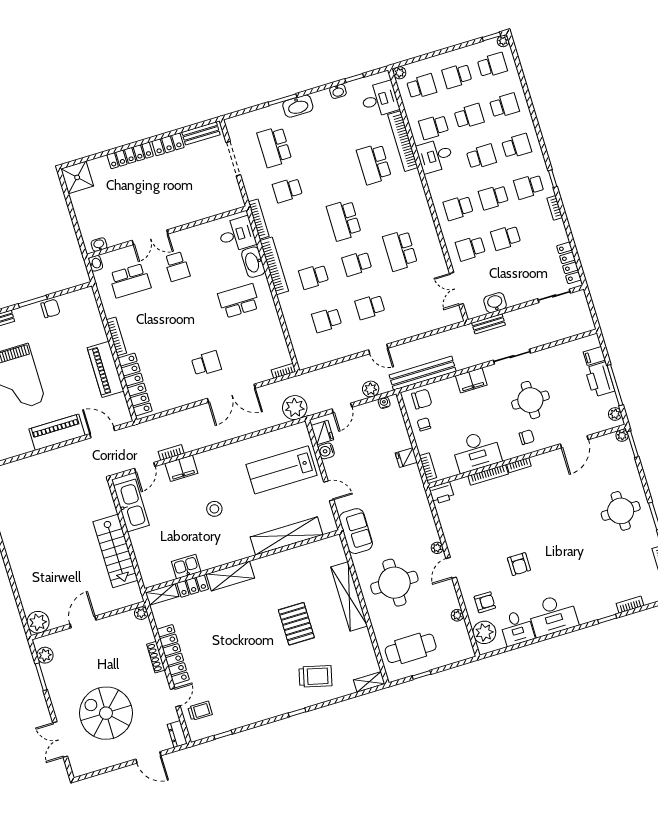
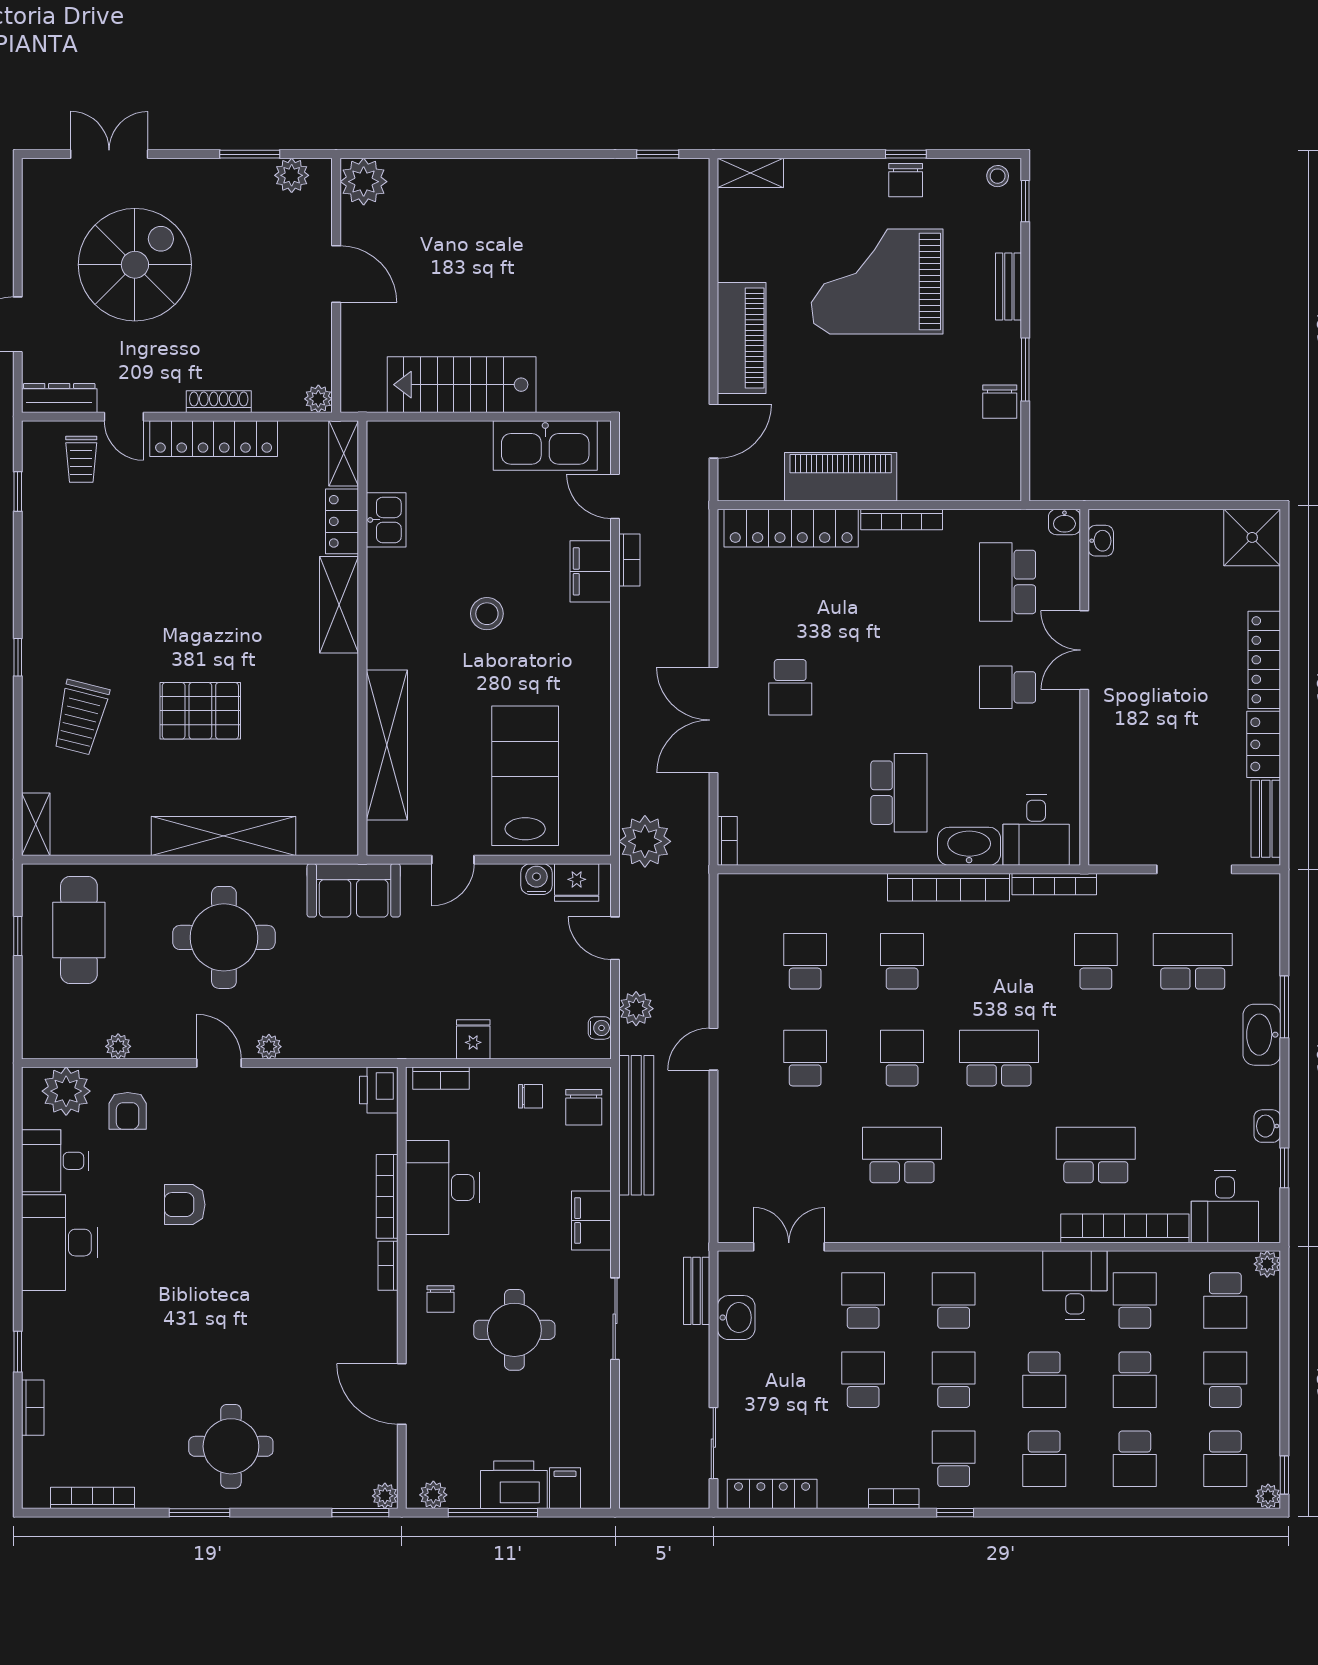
dresser: (177, 734) -> (59, 398), width x1.44

